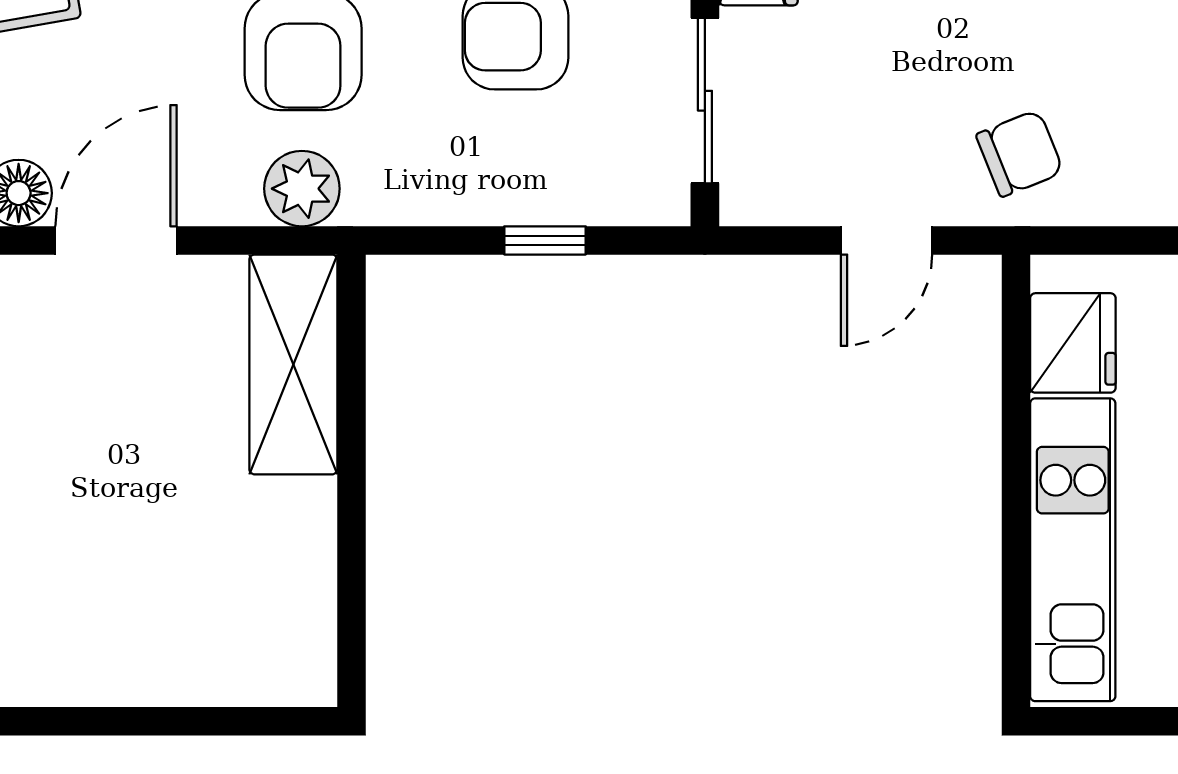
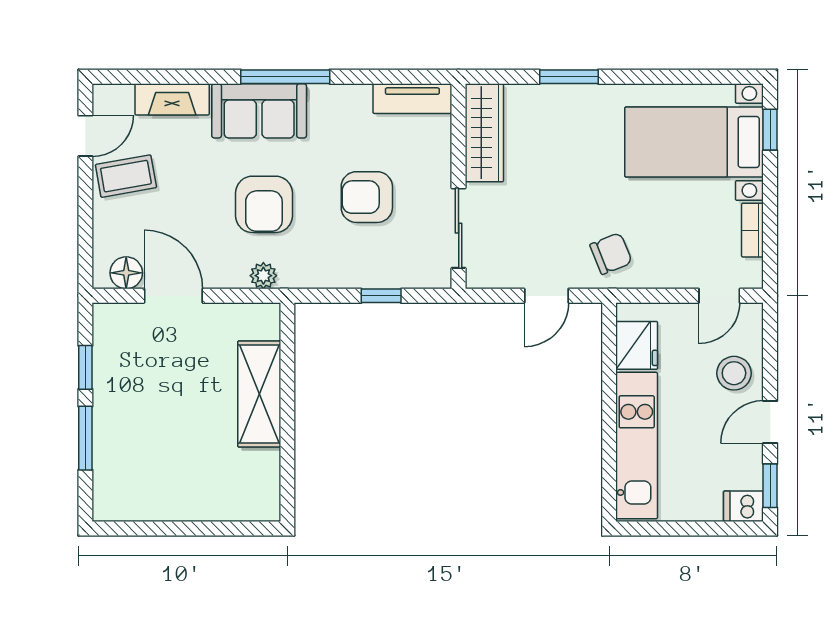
plant: (302, 189) -> (263, 276), width x0.73, depth x0.73
door: (116, 240) -> (173, 296), hinge flipped
shelving: (293, 364) -> (259, 394), moved

